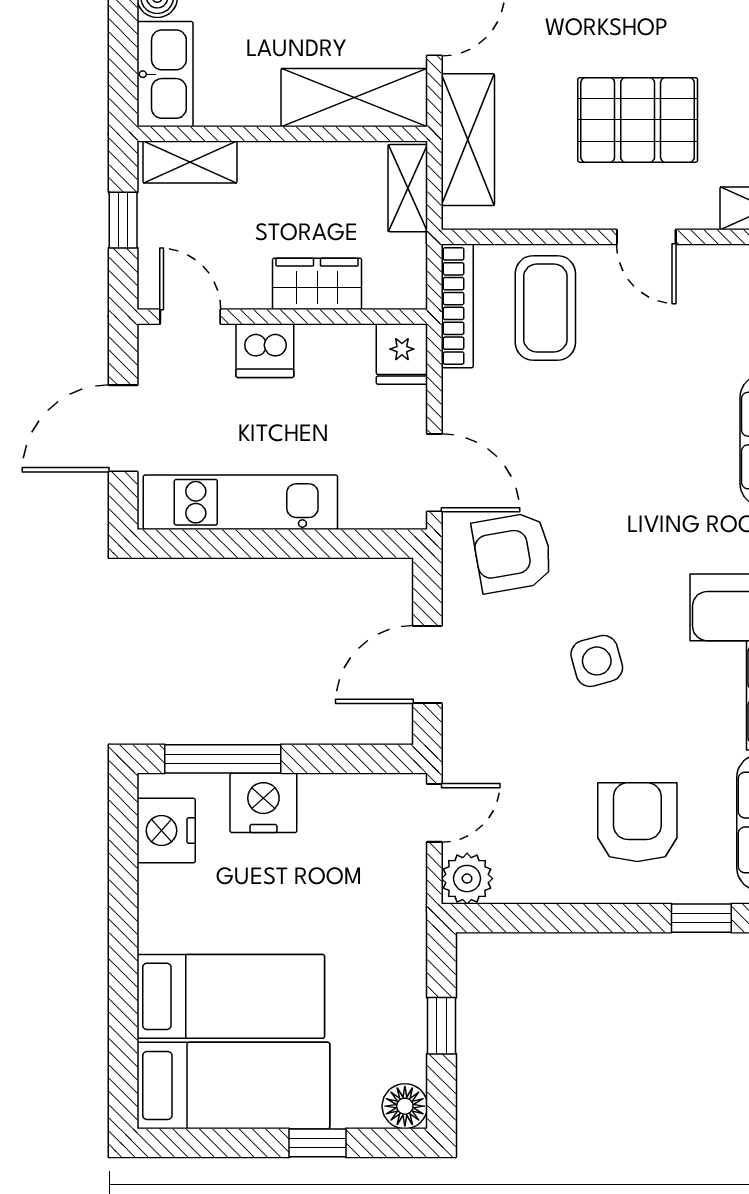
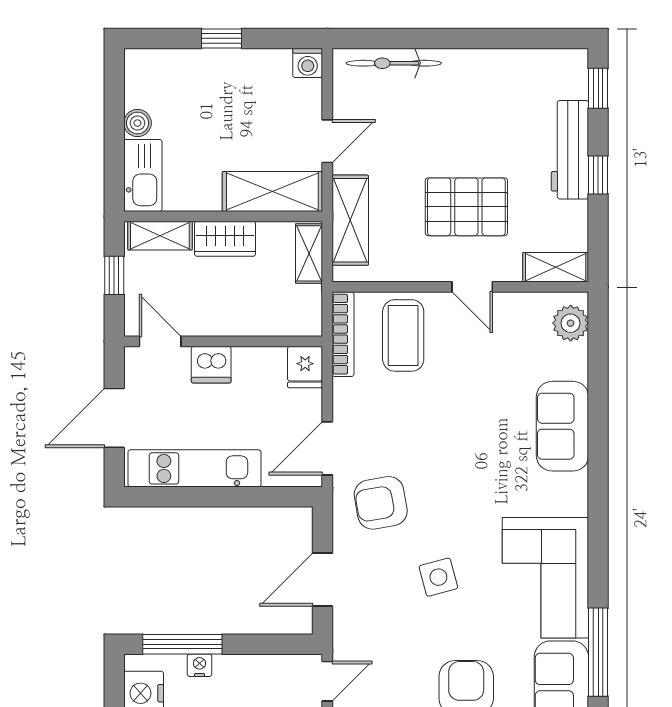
wardrobe: (317, 284) -> (225, 239), moved, turned 180
door: (434, 473) -> (327, 448), swing flipped
nightstand: (263, 803) -> (200, 665), width x0.53, depth x0.56

